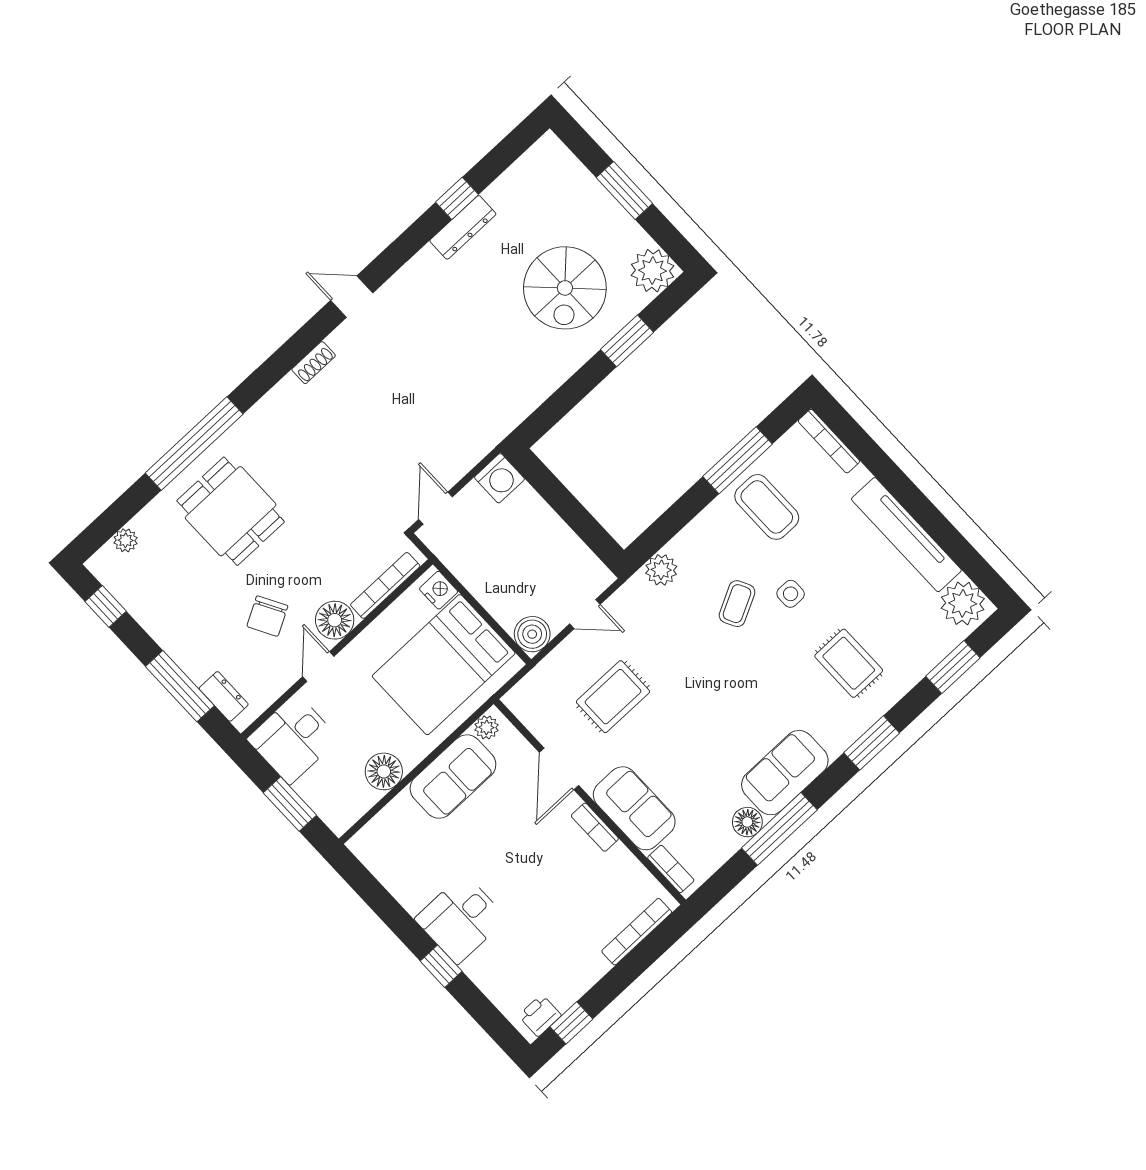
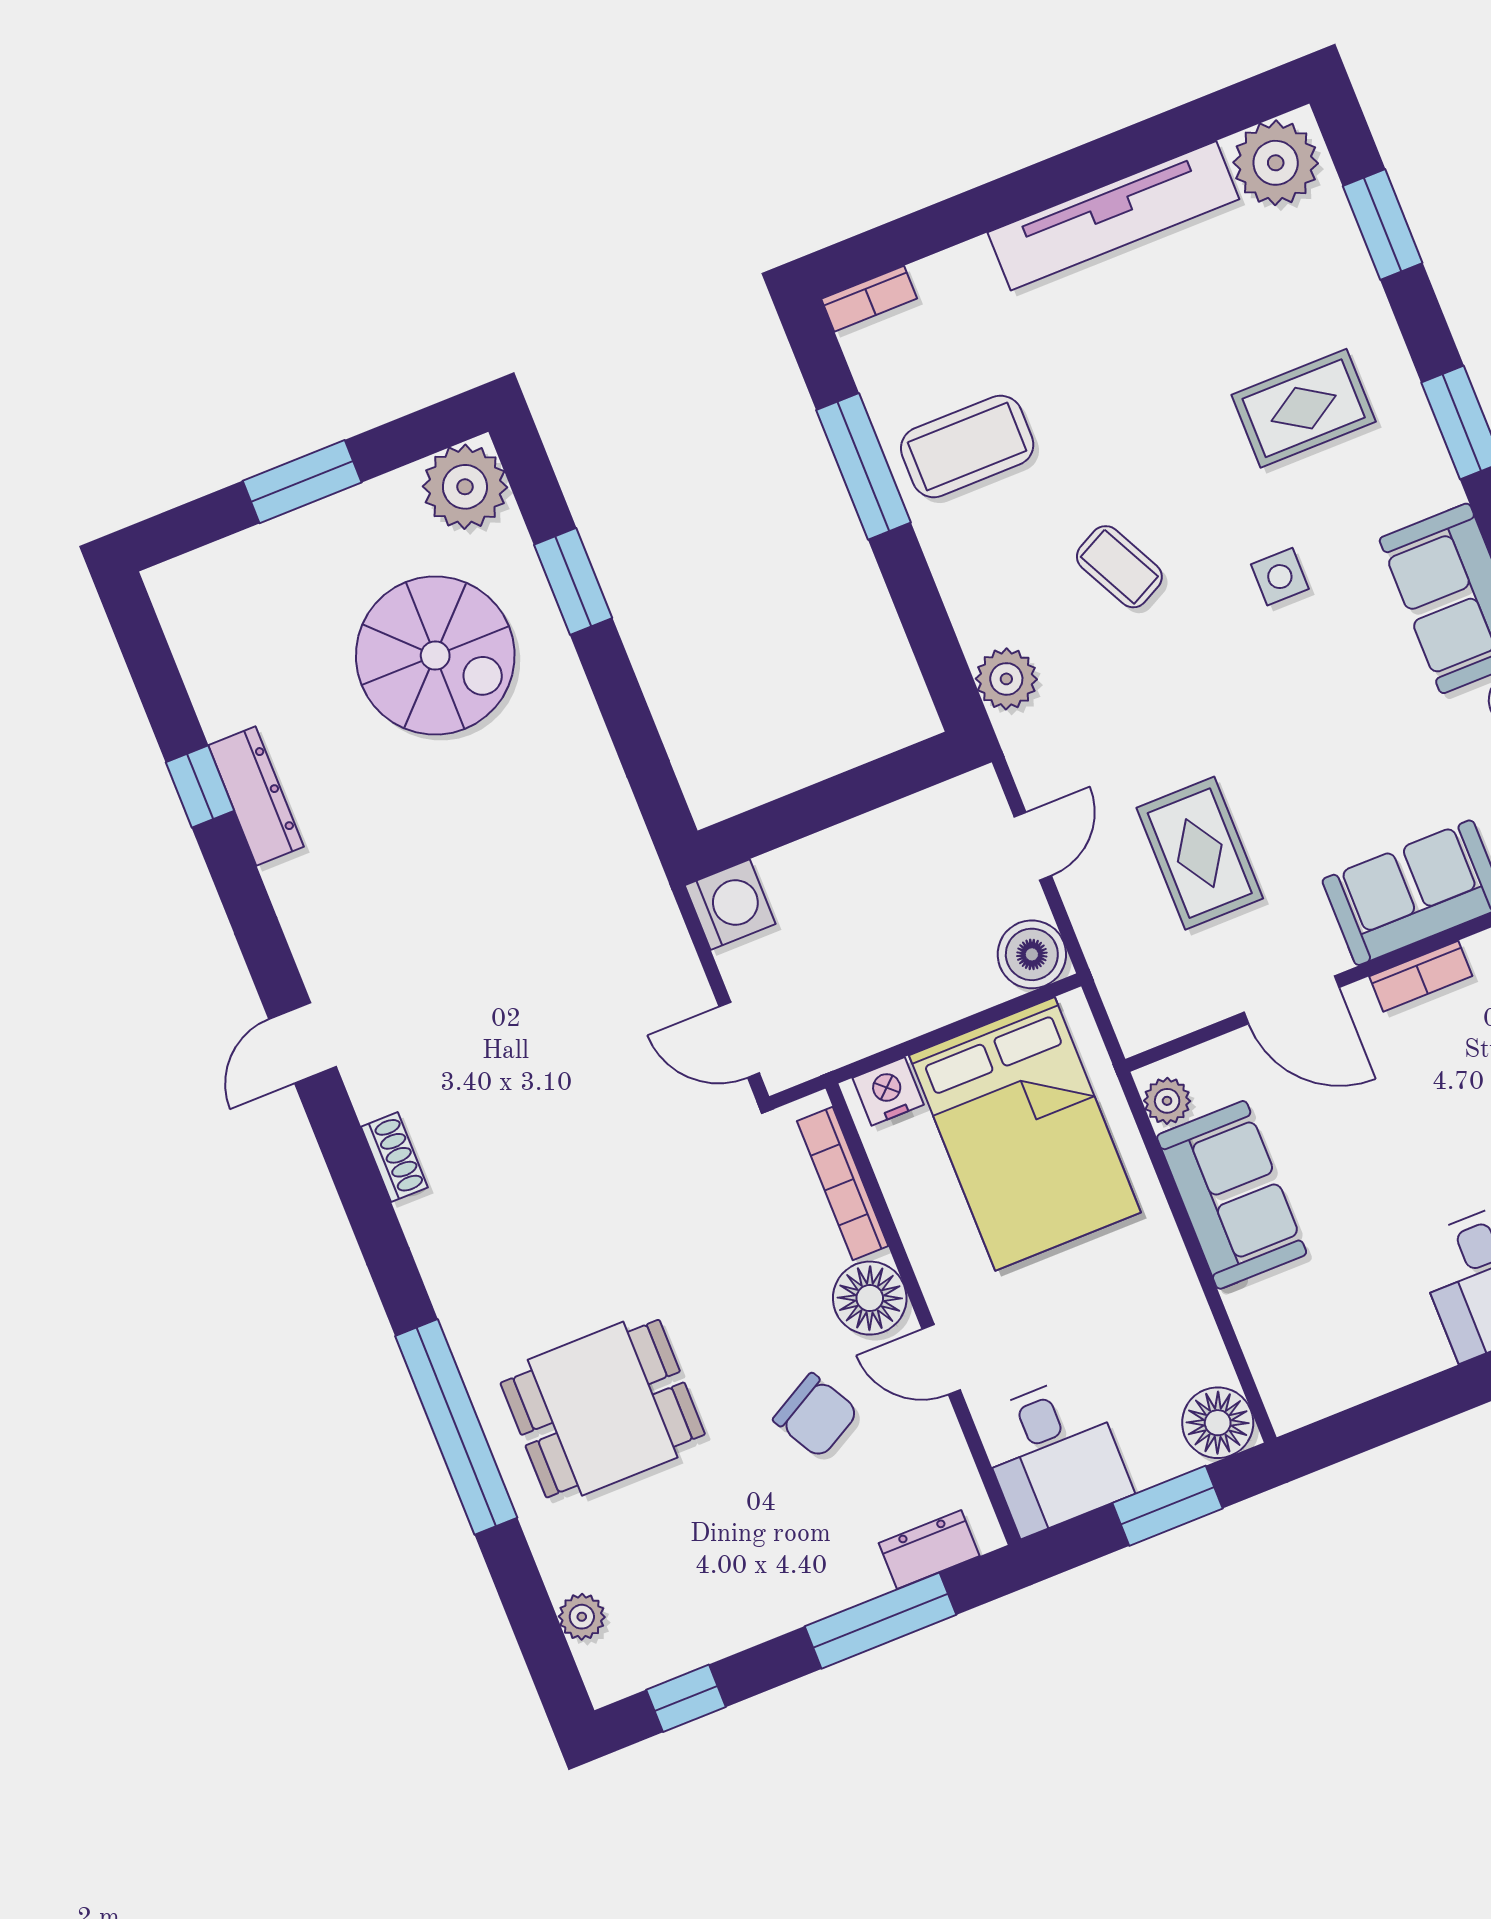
bookcase: (829, 441) -> (869, 299), width x0.64
side table: (791, 594) -> (1280, 577), moved
floor lamp: (384, 771) -> (1218, 1423), moved

